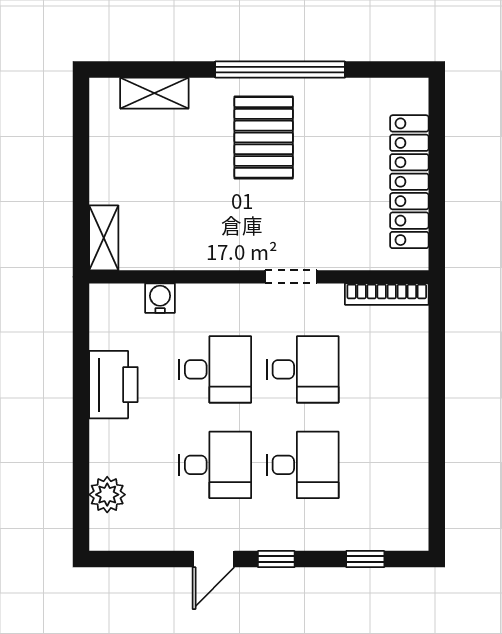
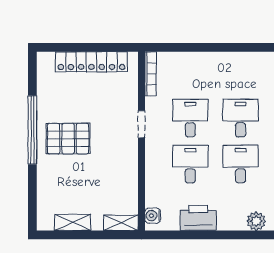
shelving: (154, 93) -> (73, 222), moved, turned 90
water cooler: (160, 298) -> (153, 216), moved

